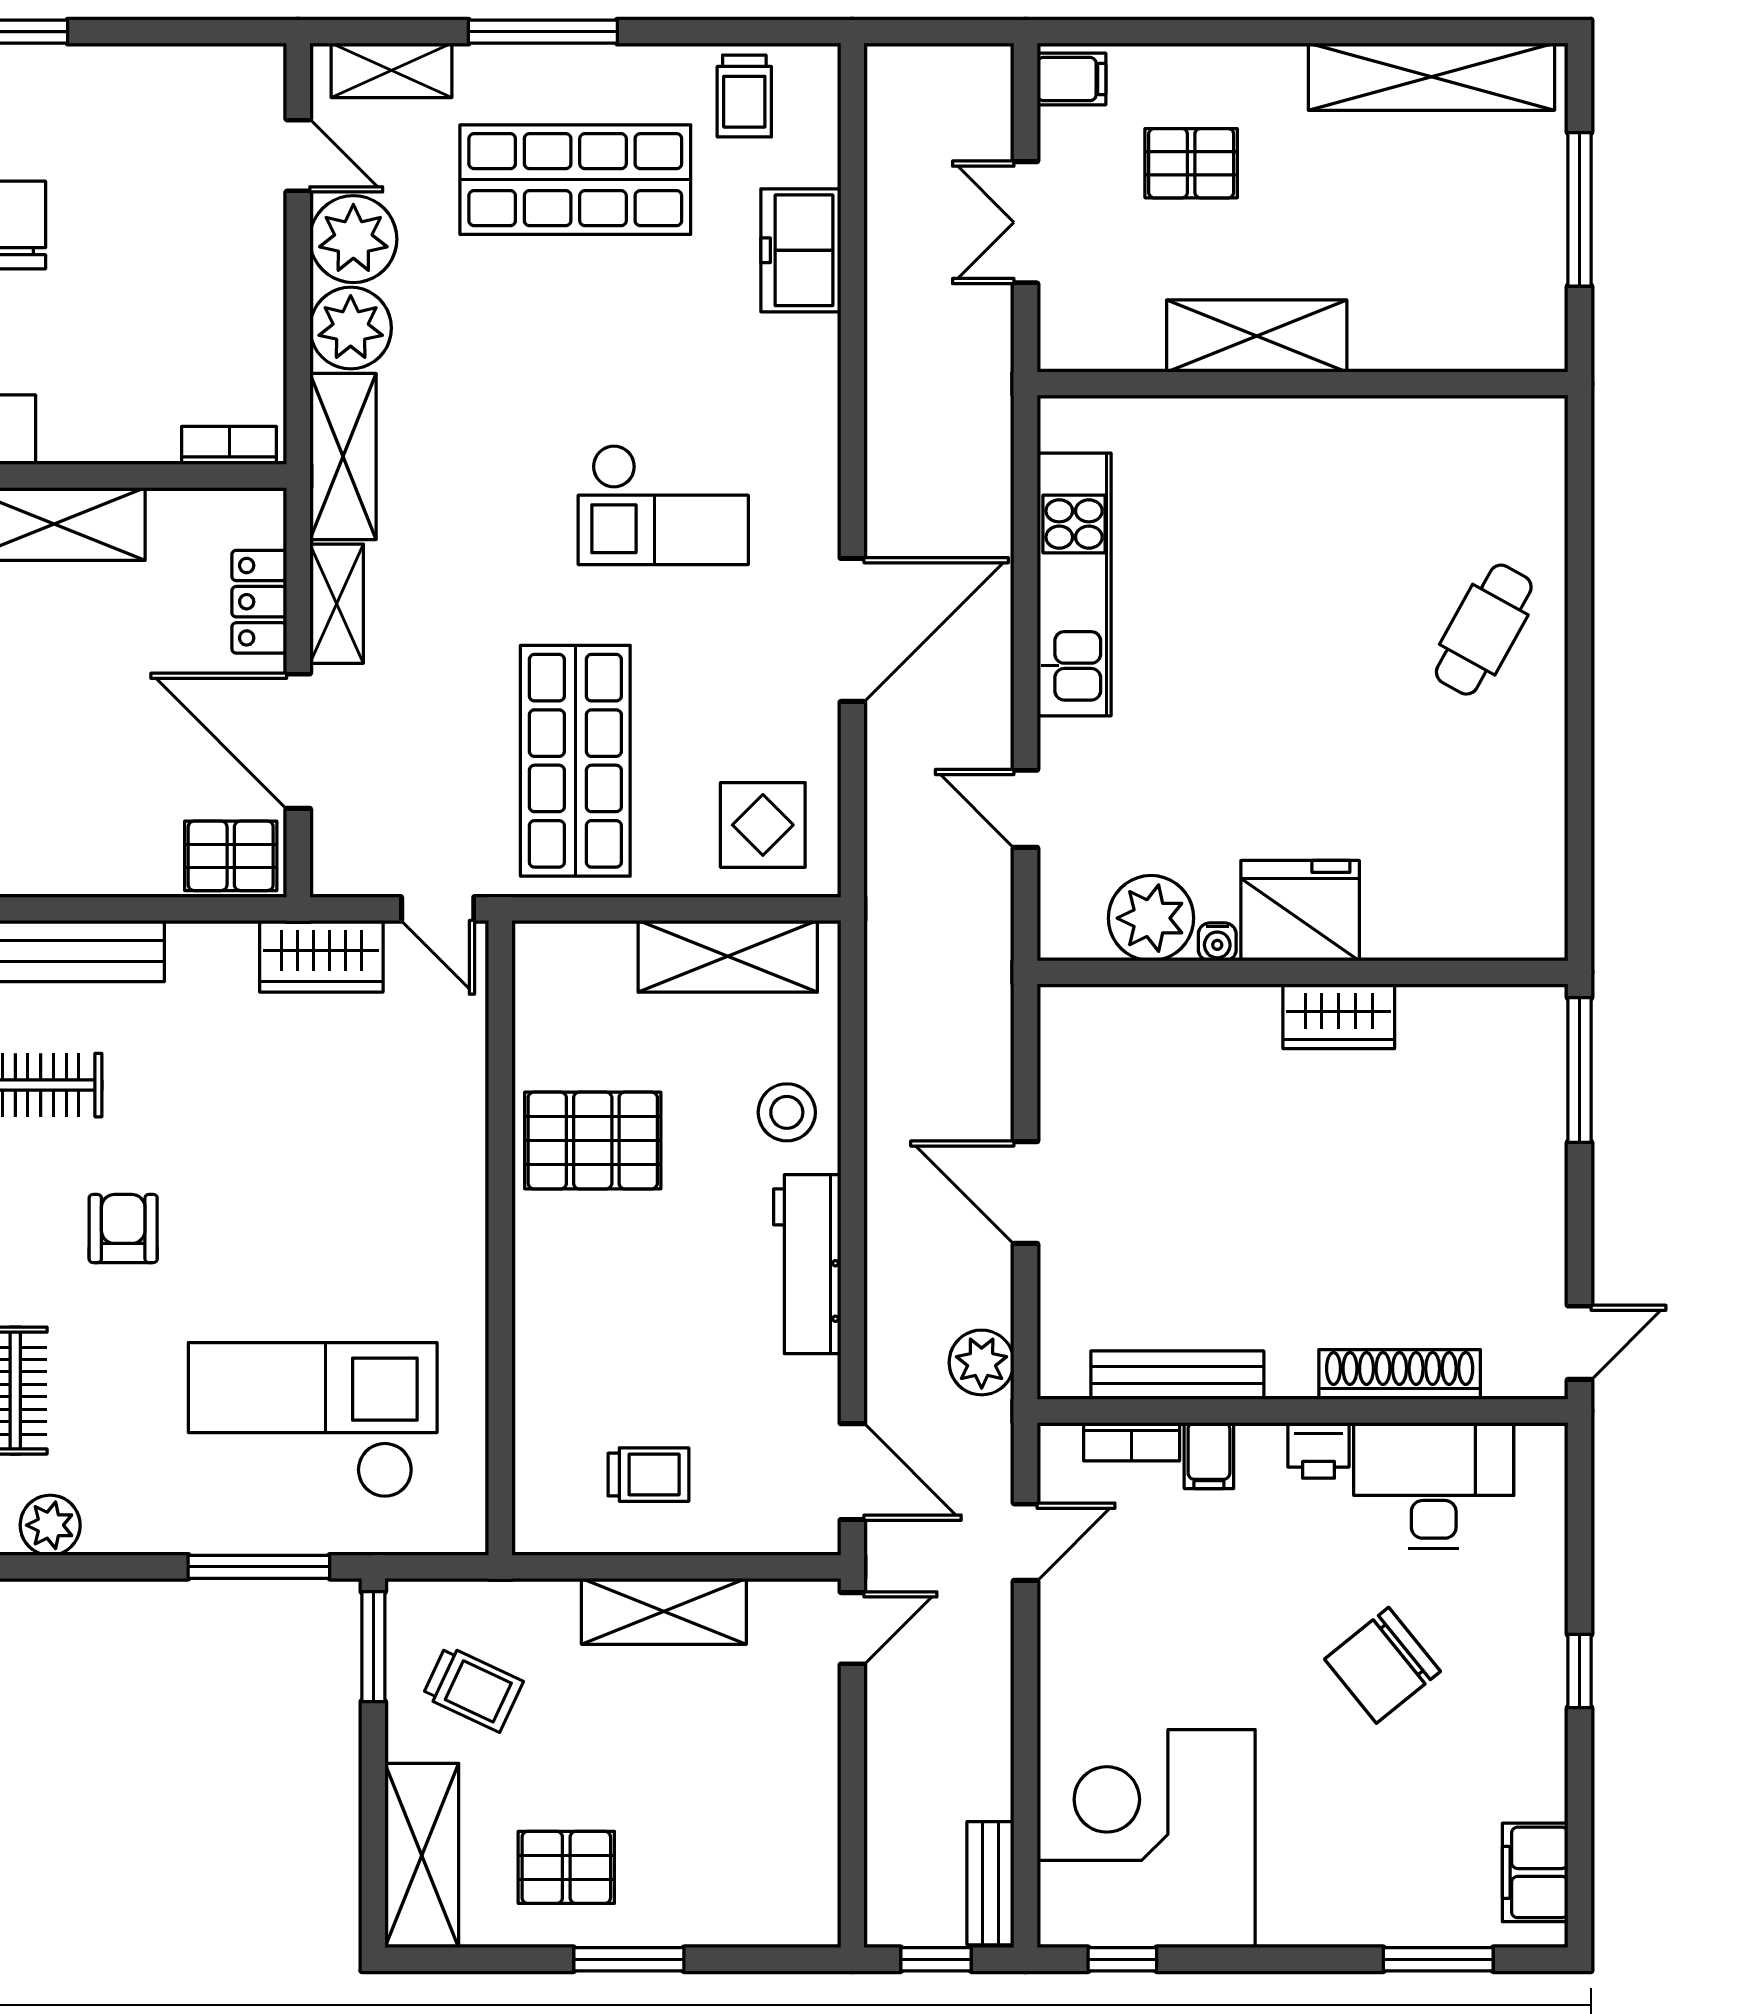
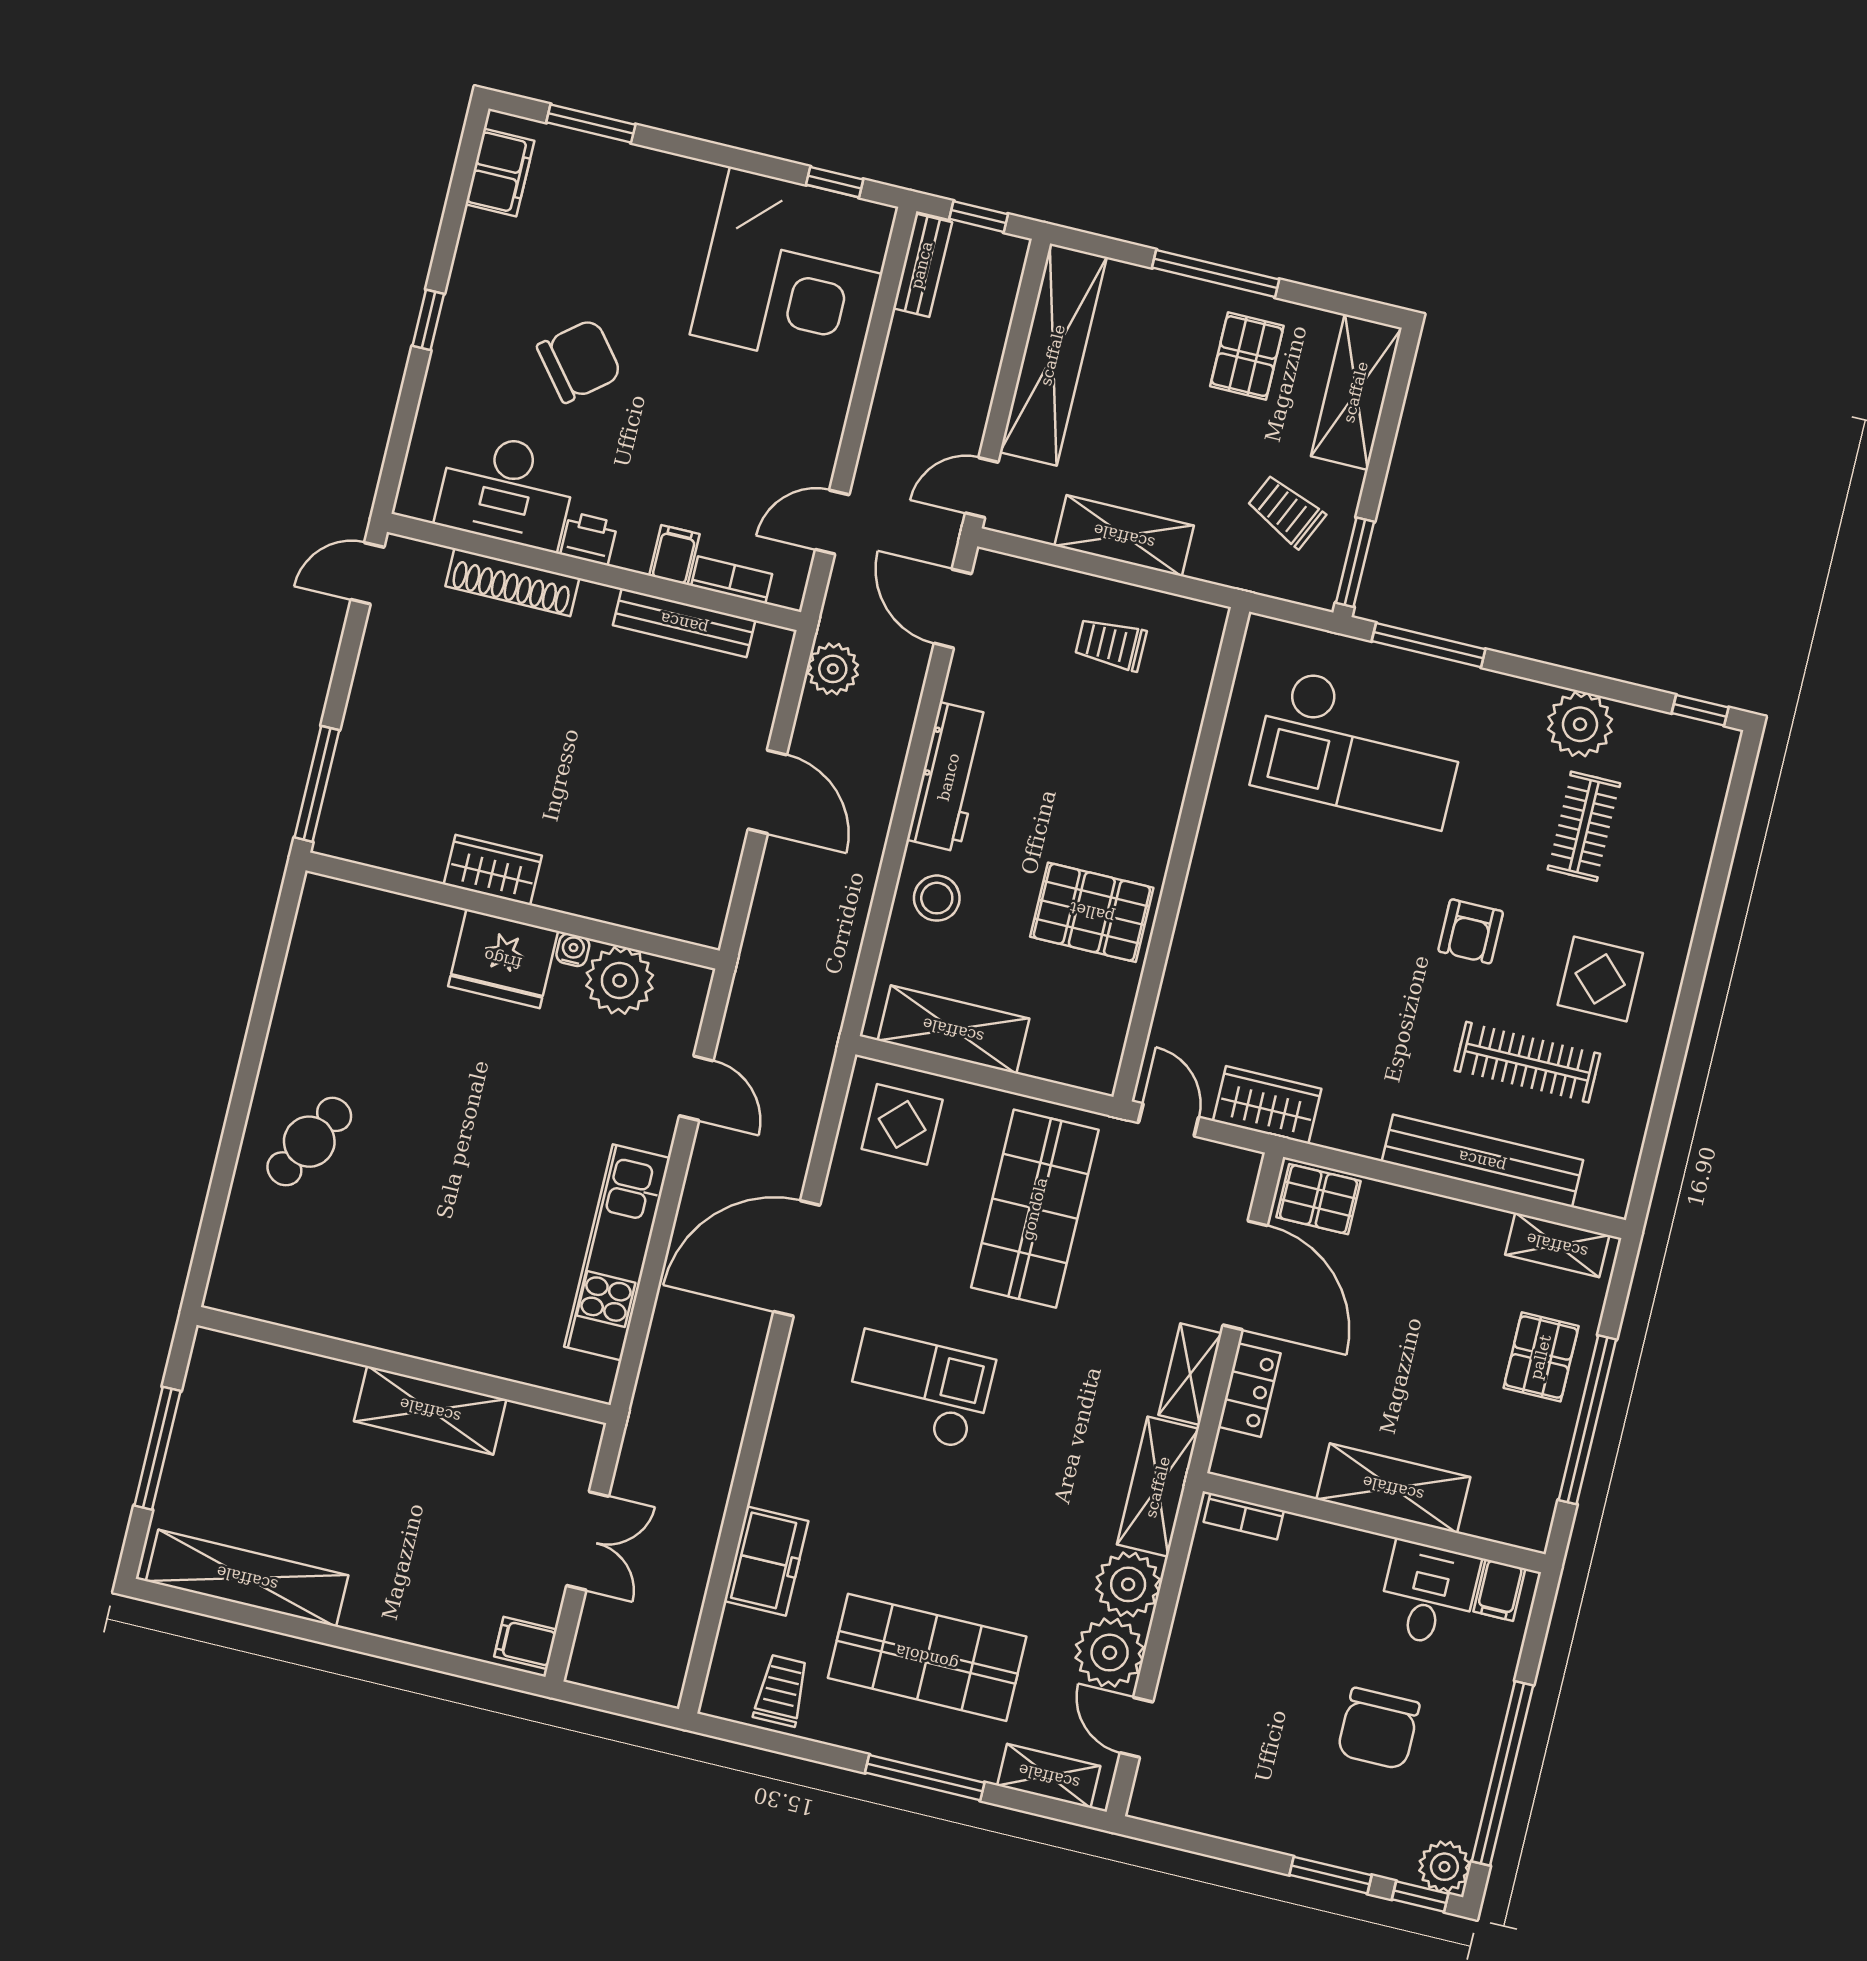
pallet: (1191, 163) -> (449, 1556), removed
plant: (50, 1525) -> (1580, 724), width x1.36, depth x1.36
shelving: (804, 1812) -> (1053, 355), added
pallet: (566, 1867) -> (1247, 356), turned 90
window: (629, 1959) -> (1216, 274), width x1.44

